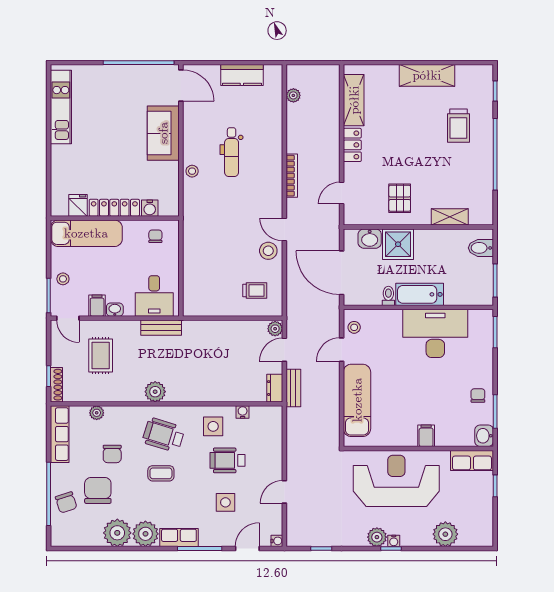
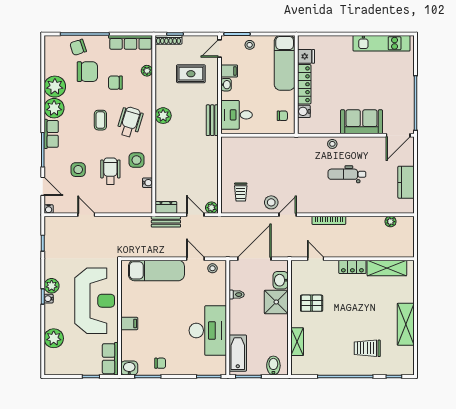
bathtub: (420, 294) -> (238, 353), moved

